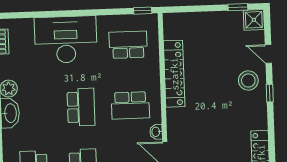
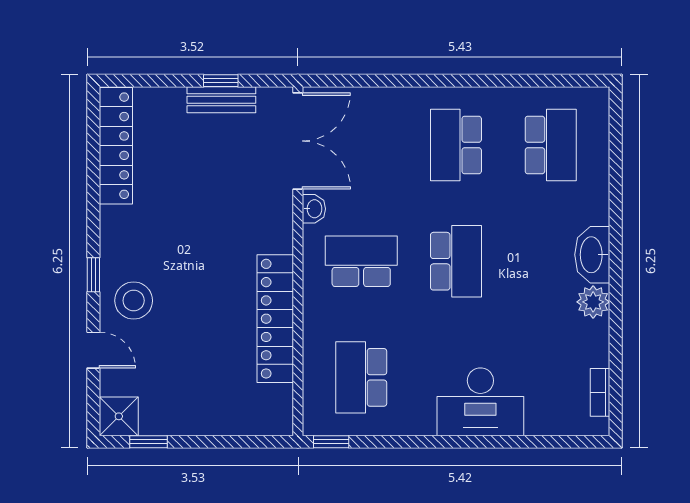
desk: (66, 40) -> (480, 402), width x0.73, depth x0.77
school desk: (128, 45) -> (361, 377), turned 90
school desk: (81, 107) -> (456, 261), turned 180

